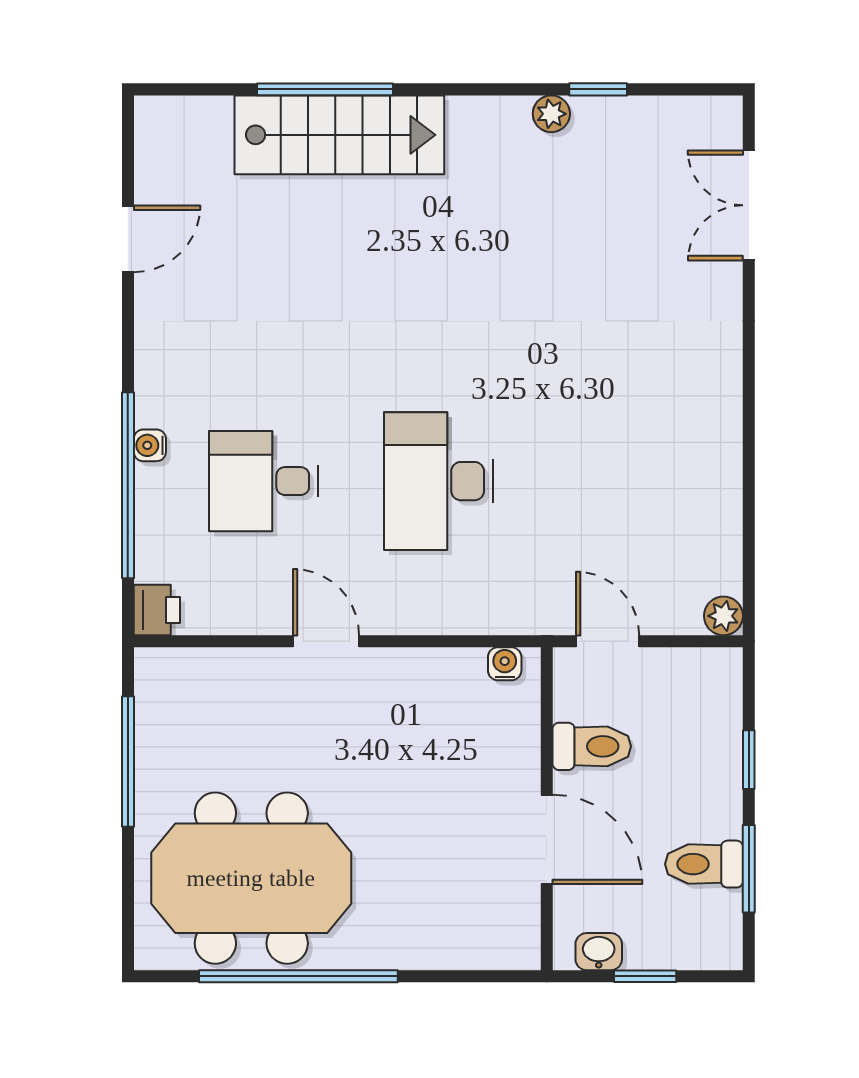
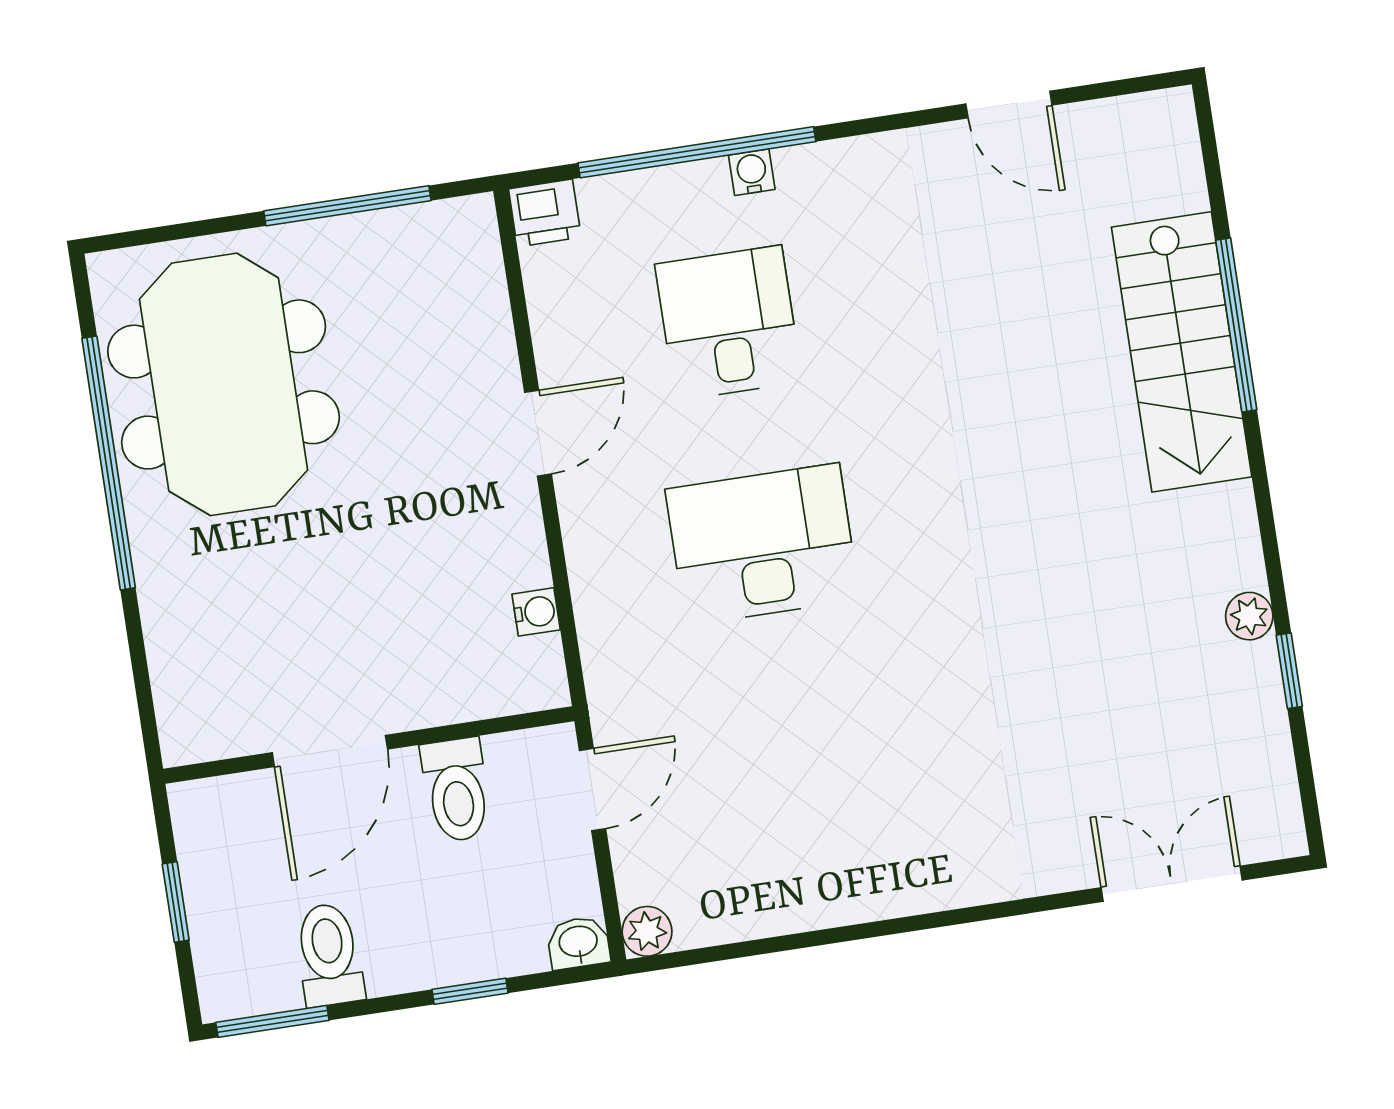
water cooler: (505, 664) -> (536, 612), moved
window: (749, 869) -> (272, 1021), moved
washbasin: (599, 952) -> (578, 943), moved, turned -90

